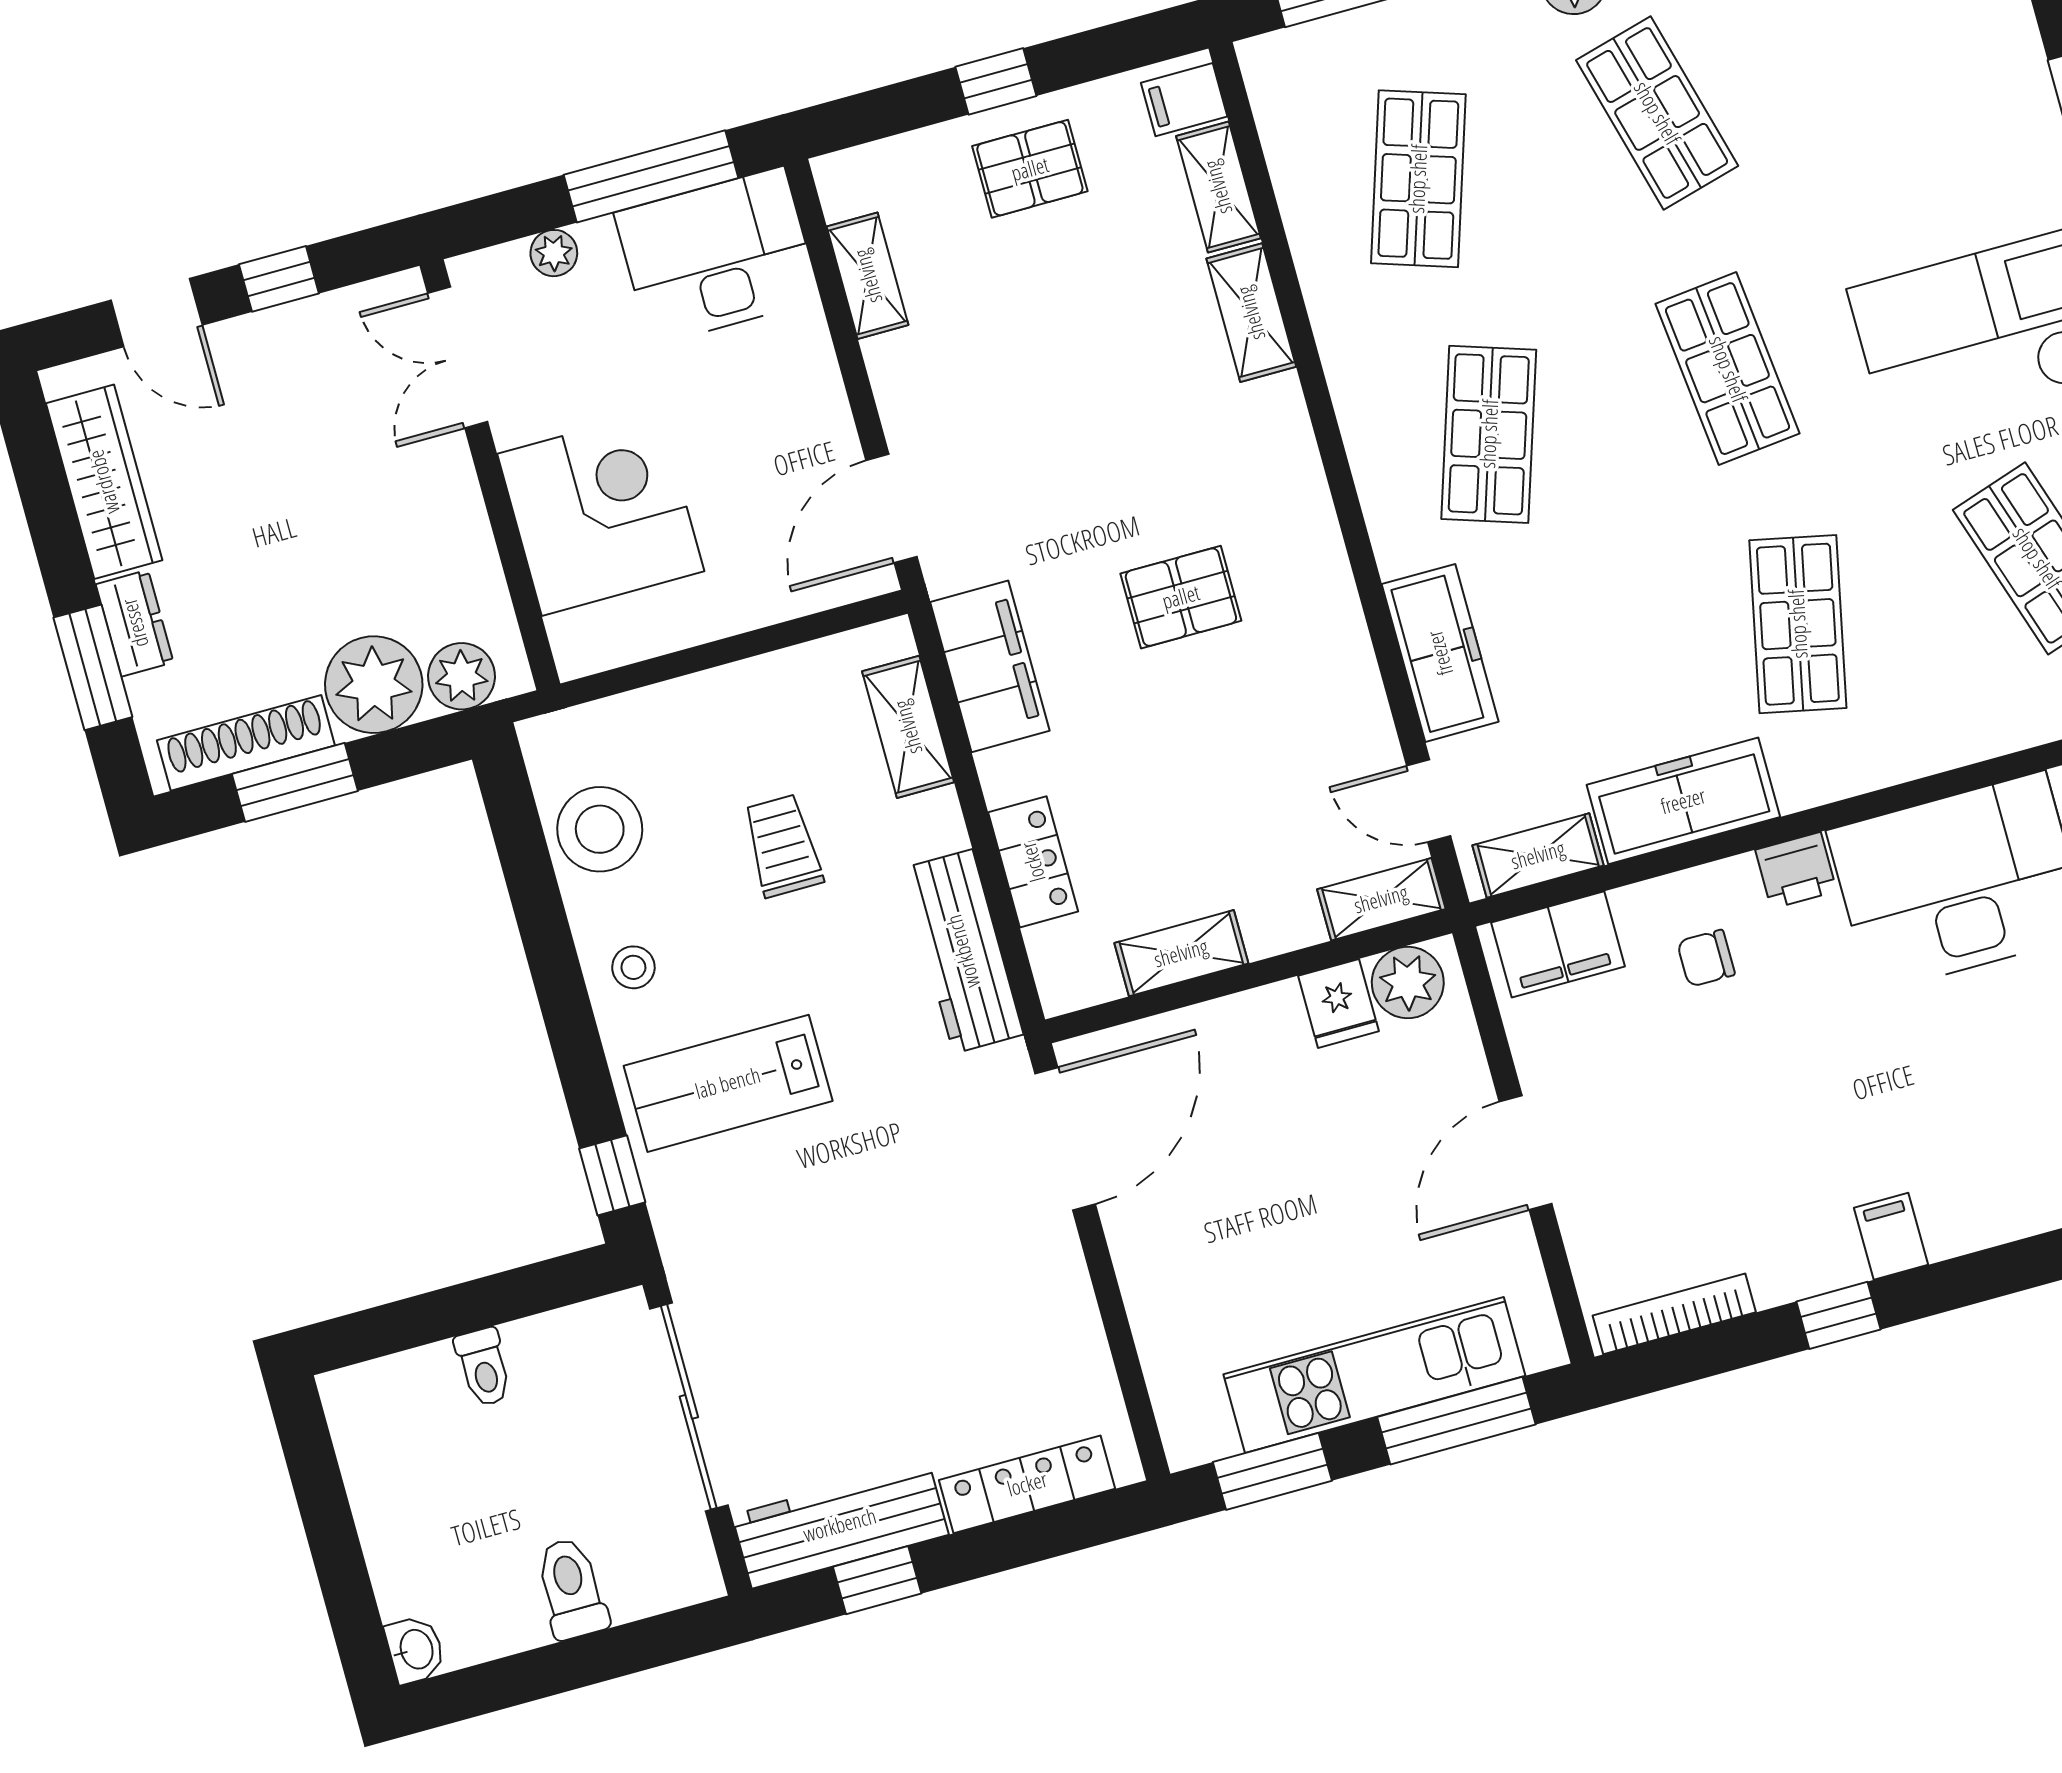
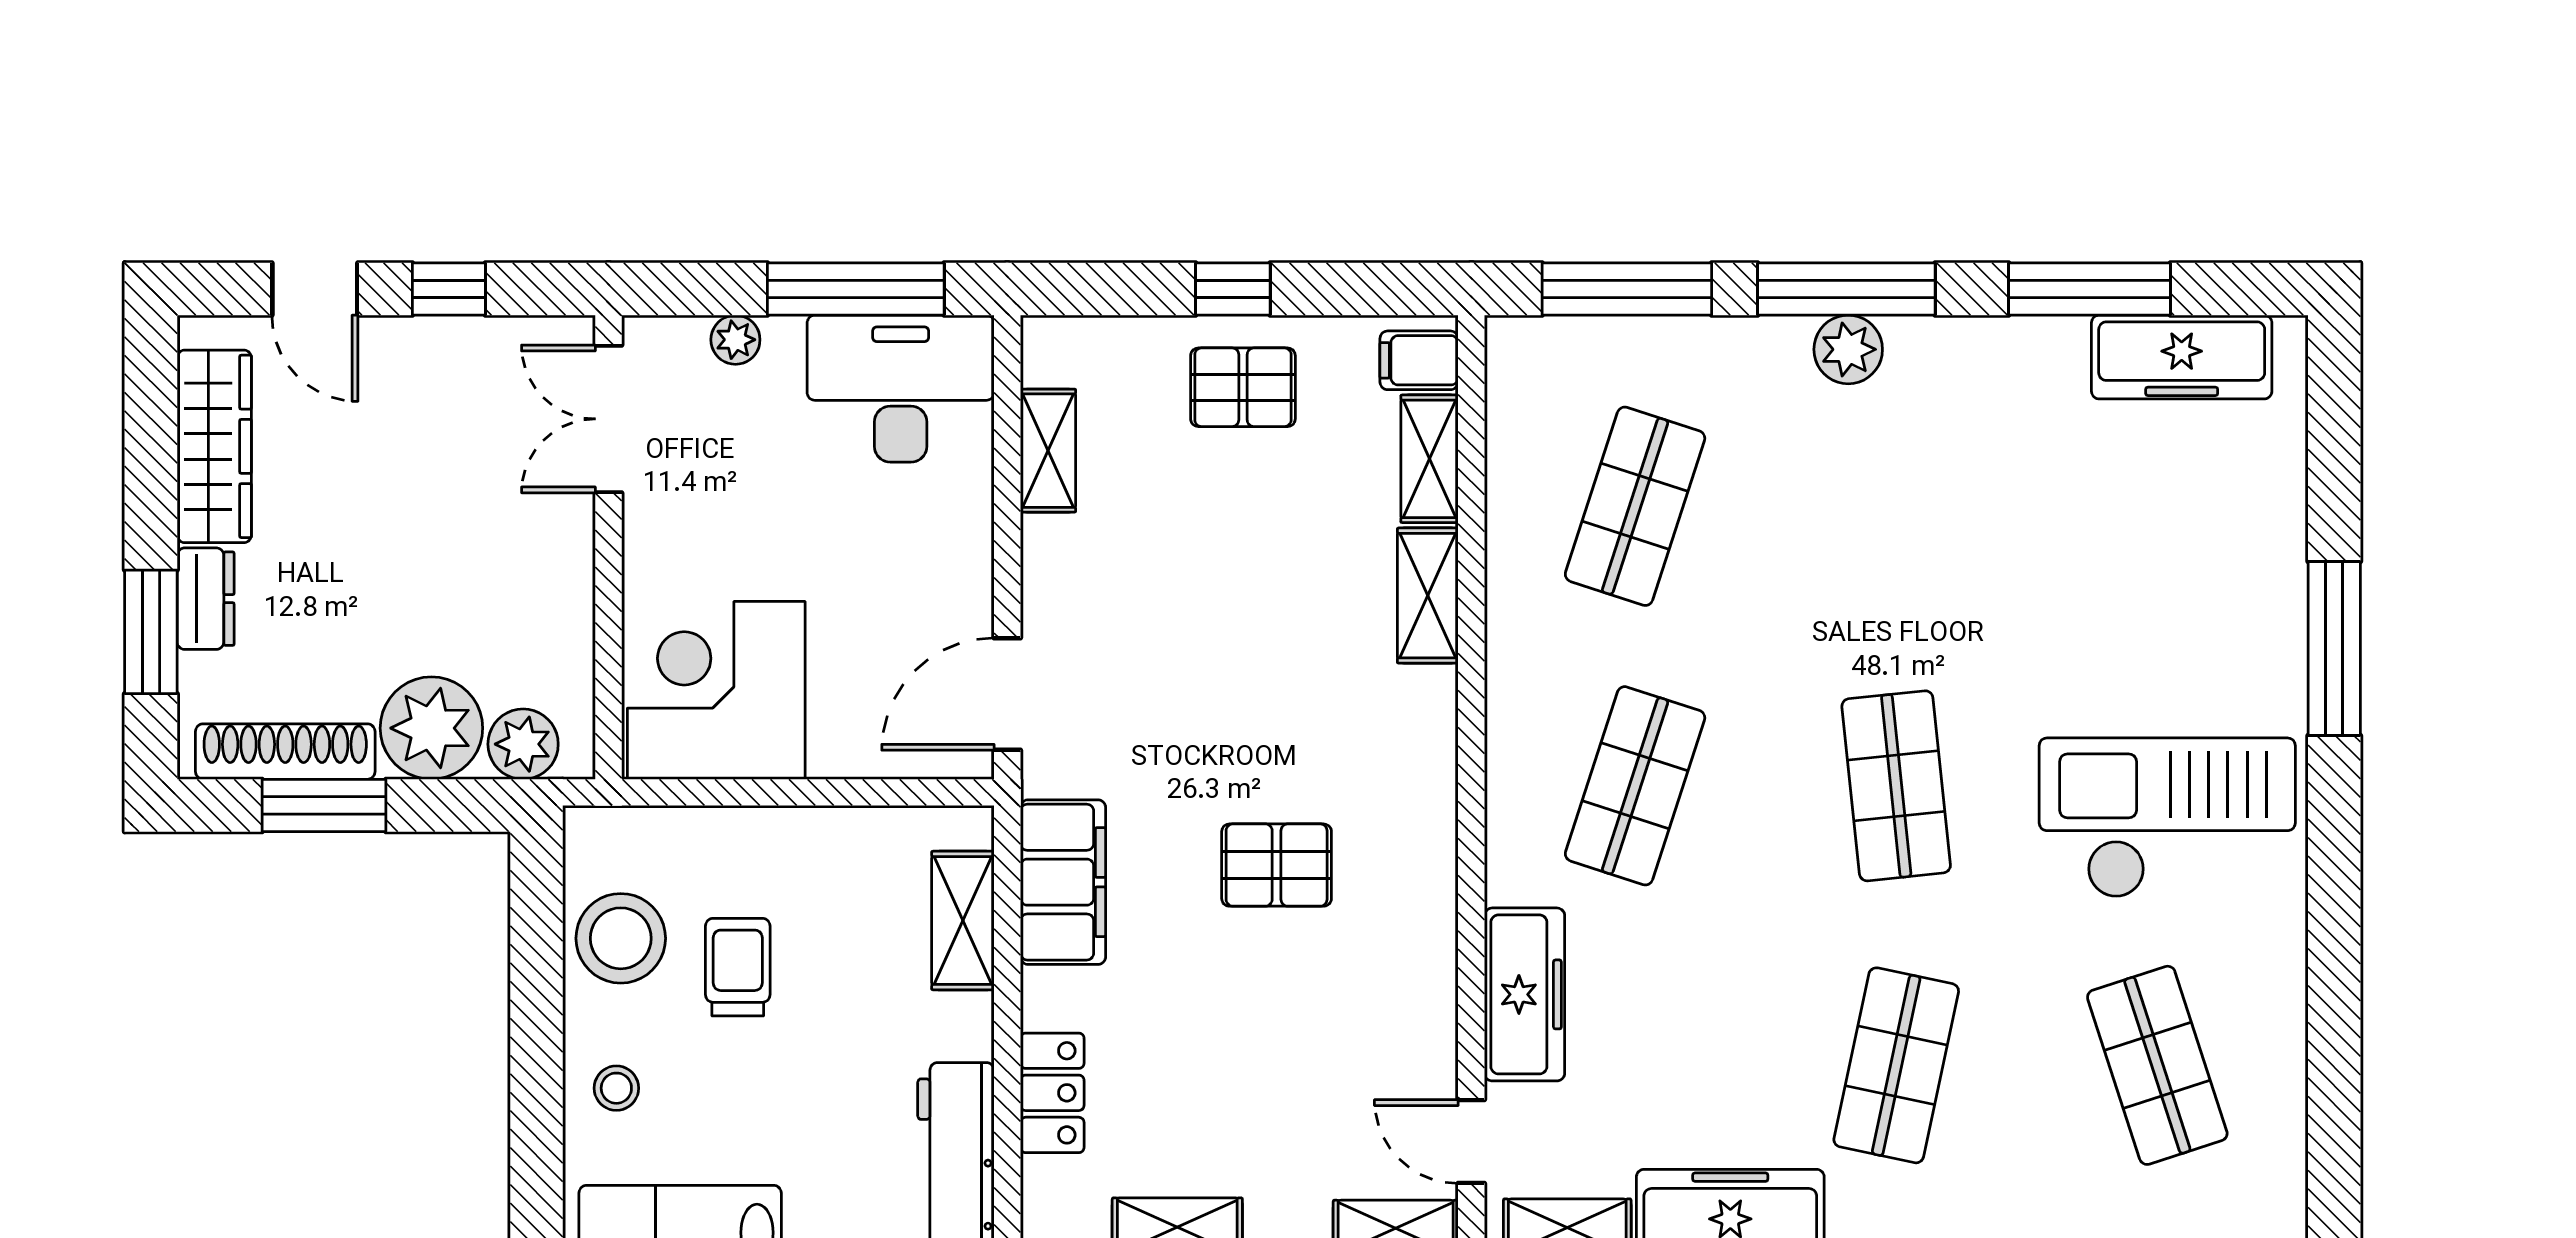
shop shelf: (1657, 113) -> (1896, 506), removed
corner desk: (601, 513) -> (716, 690), moved, turned -90
trolley: (783, 846) -> (738, 967), moved

